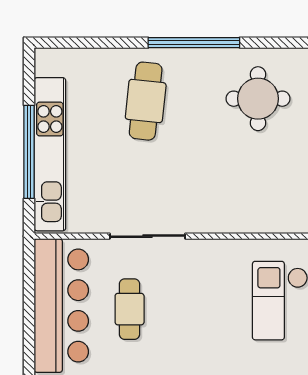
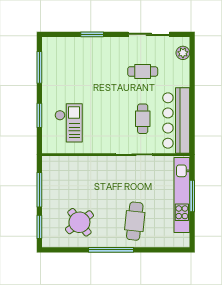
round table: (258, 99) -> (79, 222), turned -37
window: (29, 152) -> (192, 196), width x0.68

